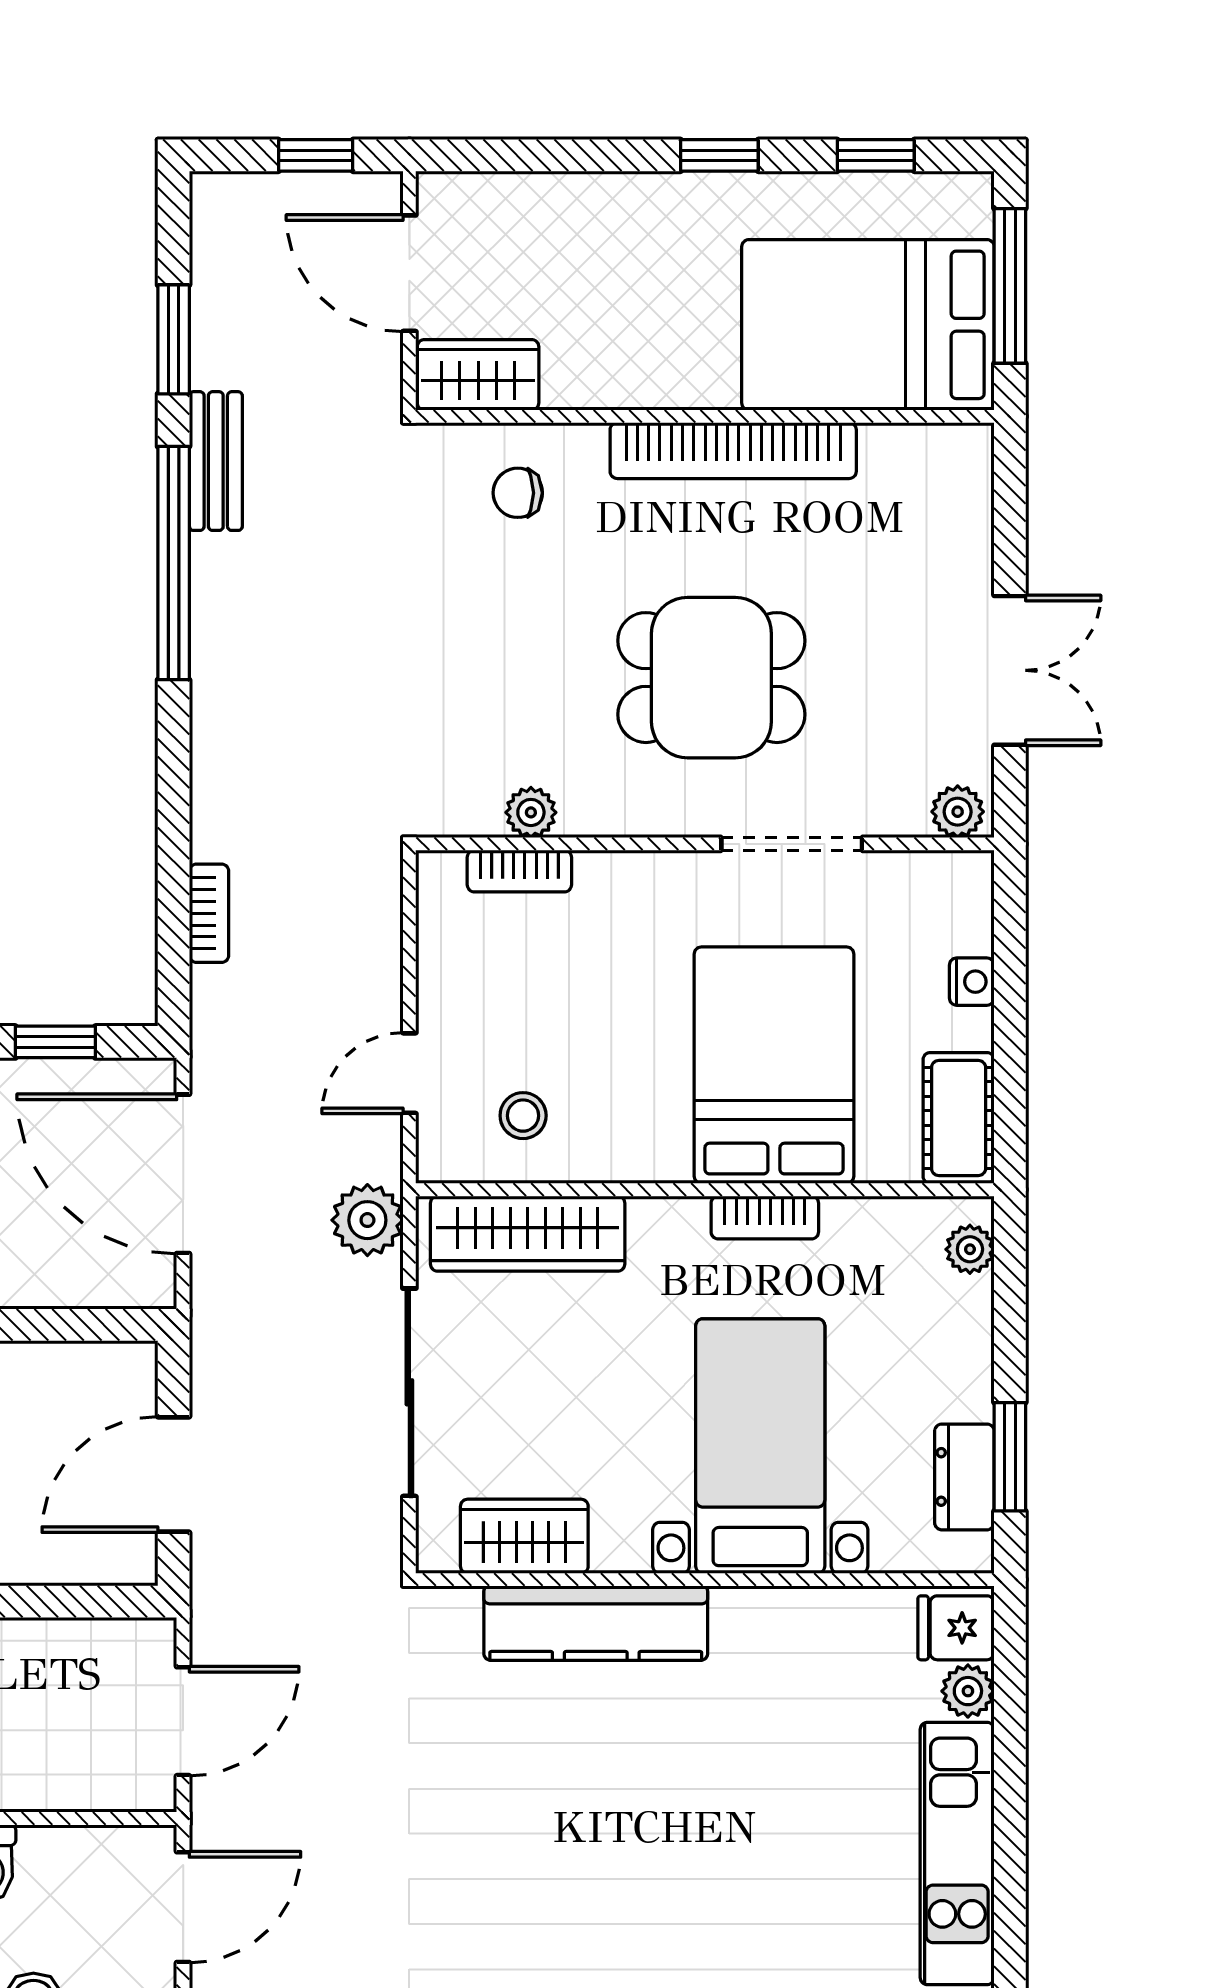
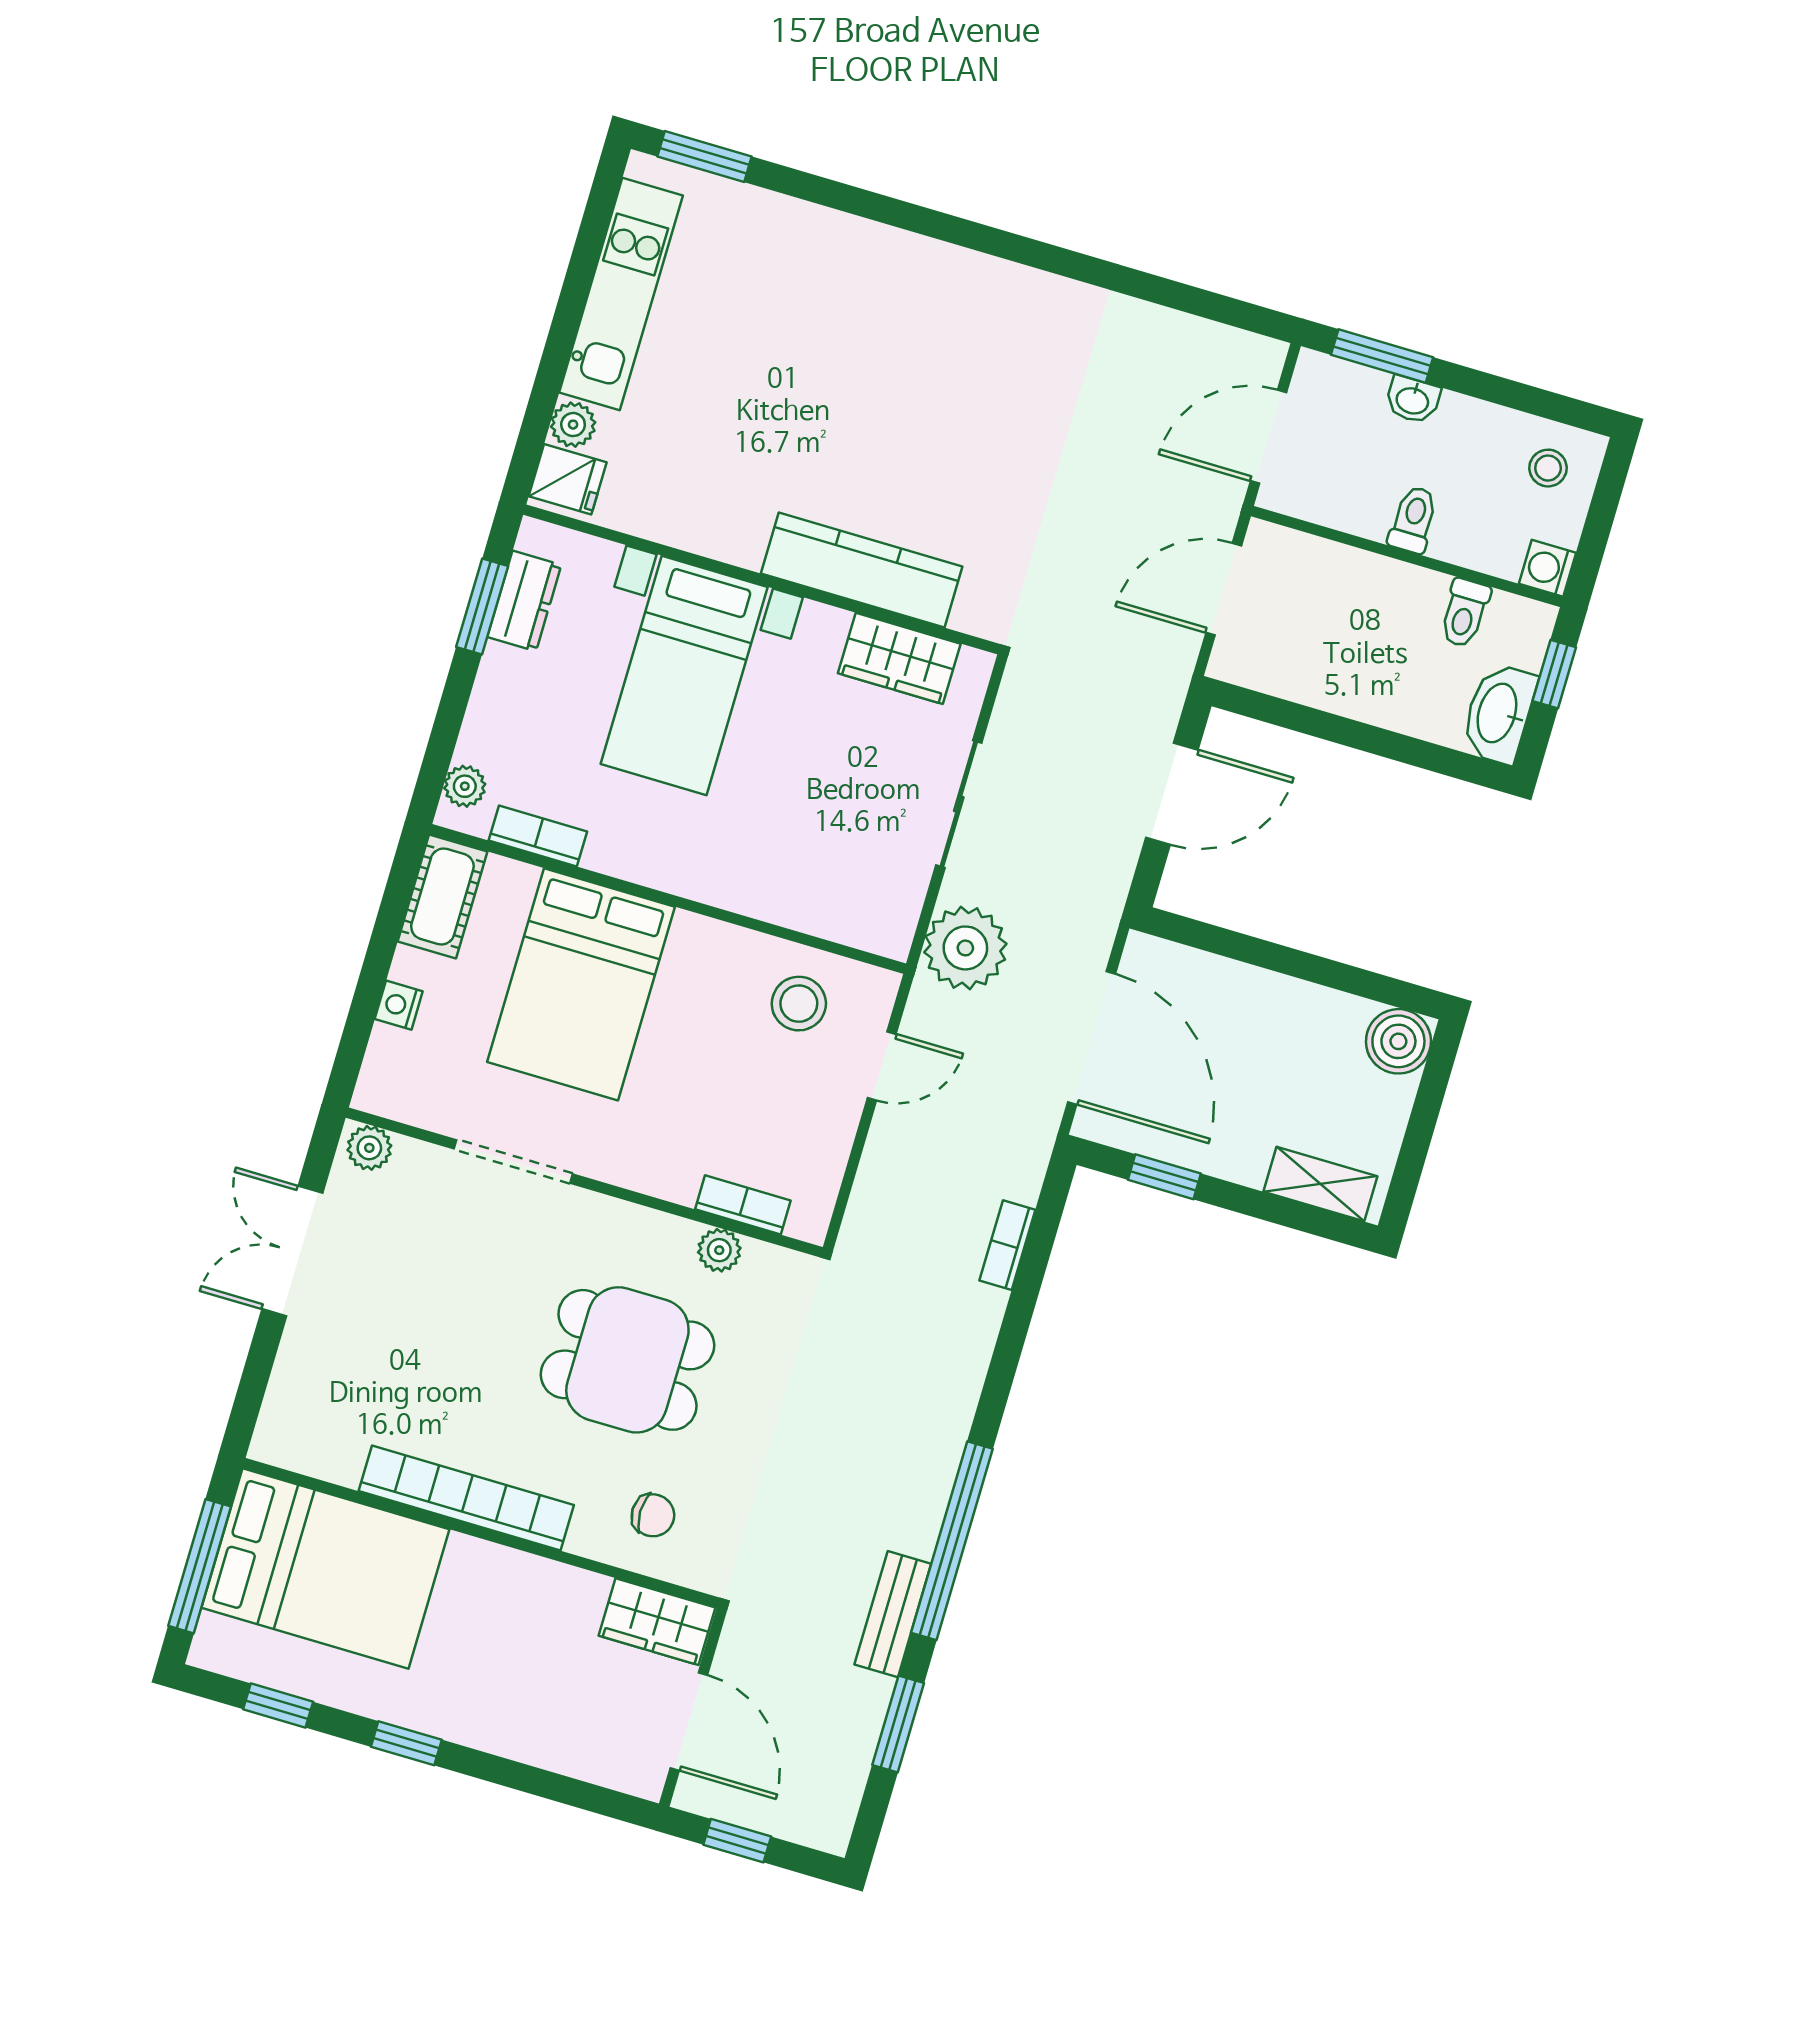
dining table: (711, 678) -> (627, 1360), moved
stool: (523, 1116) -> (799, 1004), width x1.37, depth x1.37
bookcase: (765, 1217) -> (538, 836), moved
plant: (367, 1220) -> (965, 948), width x1.36, depth x1.36
wardrobe: (528, 1234) -> (824, 906), removed
sliding door: (409, 1392) -> (959, 804), width x0.73

